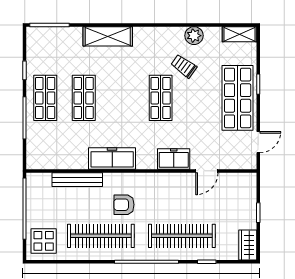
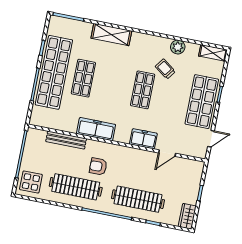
shop shelf: (45, 98) -> (54, 72), width x2.00, depth x1.36

